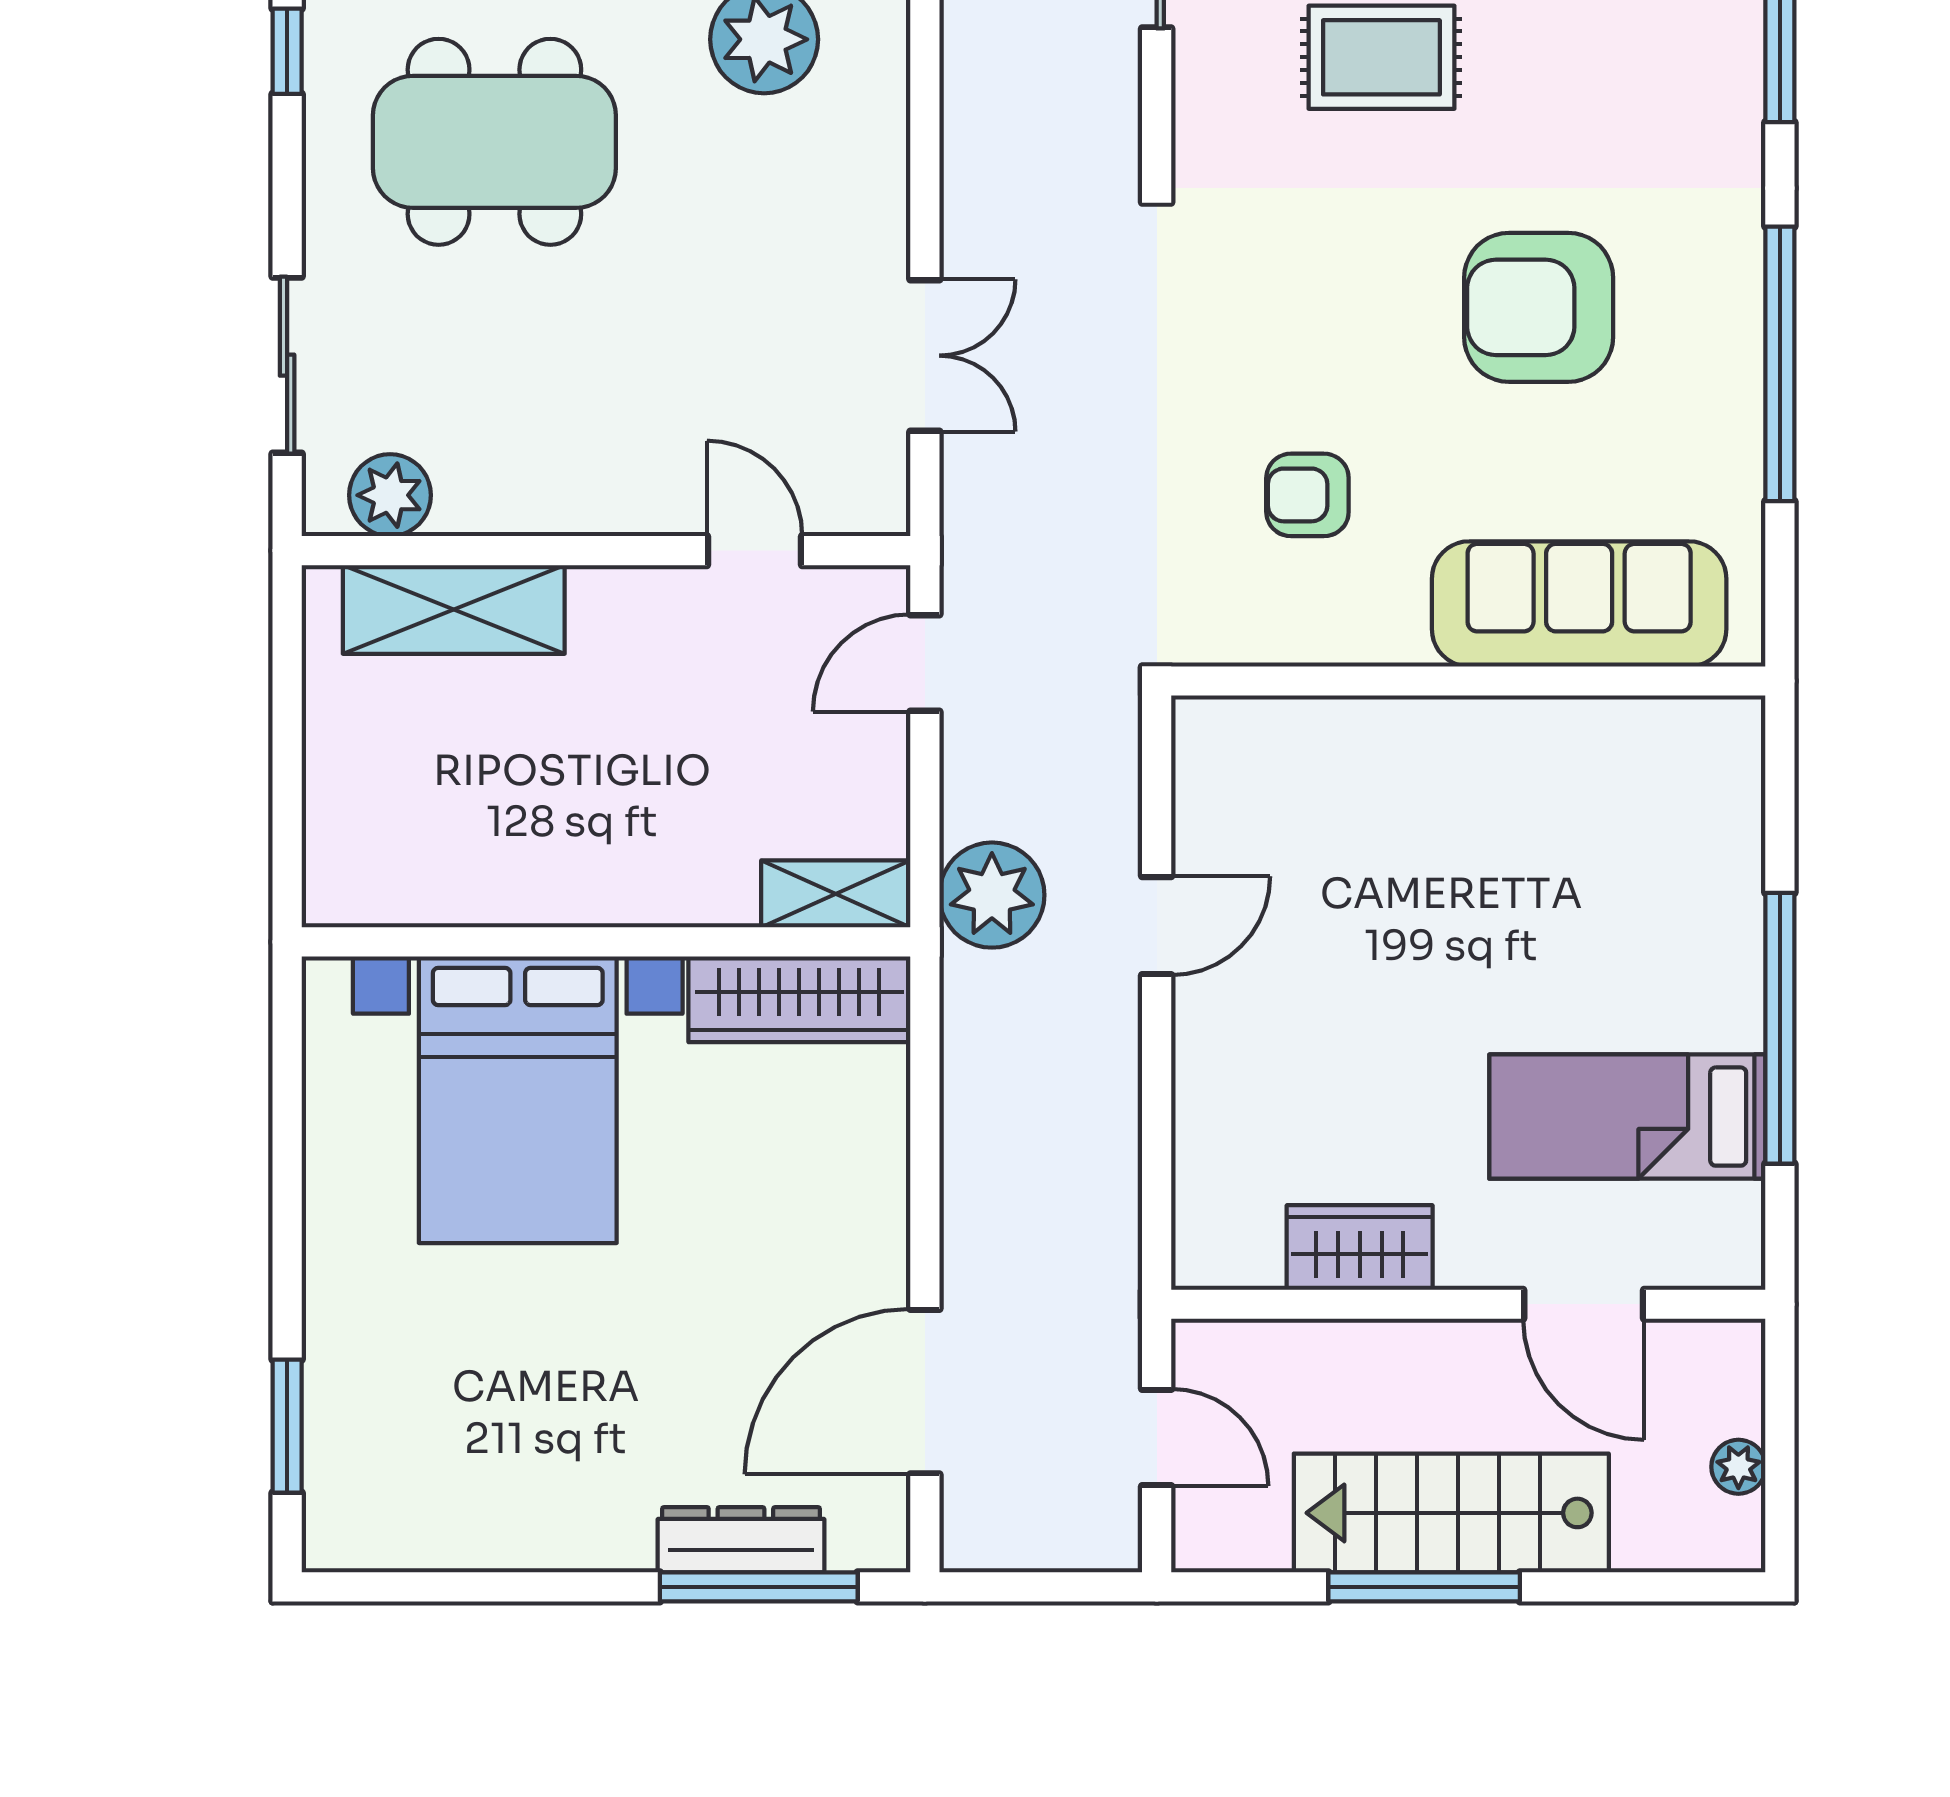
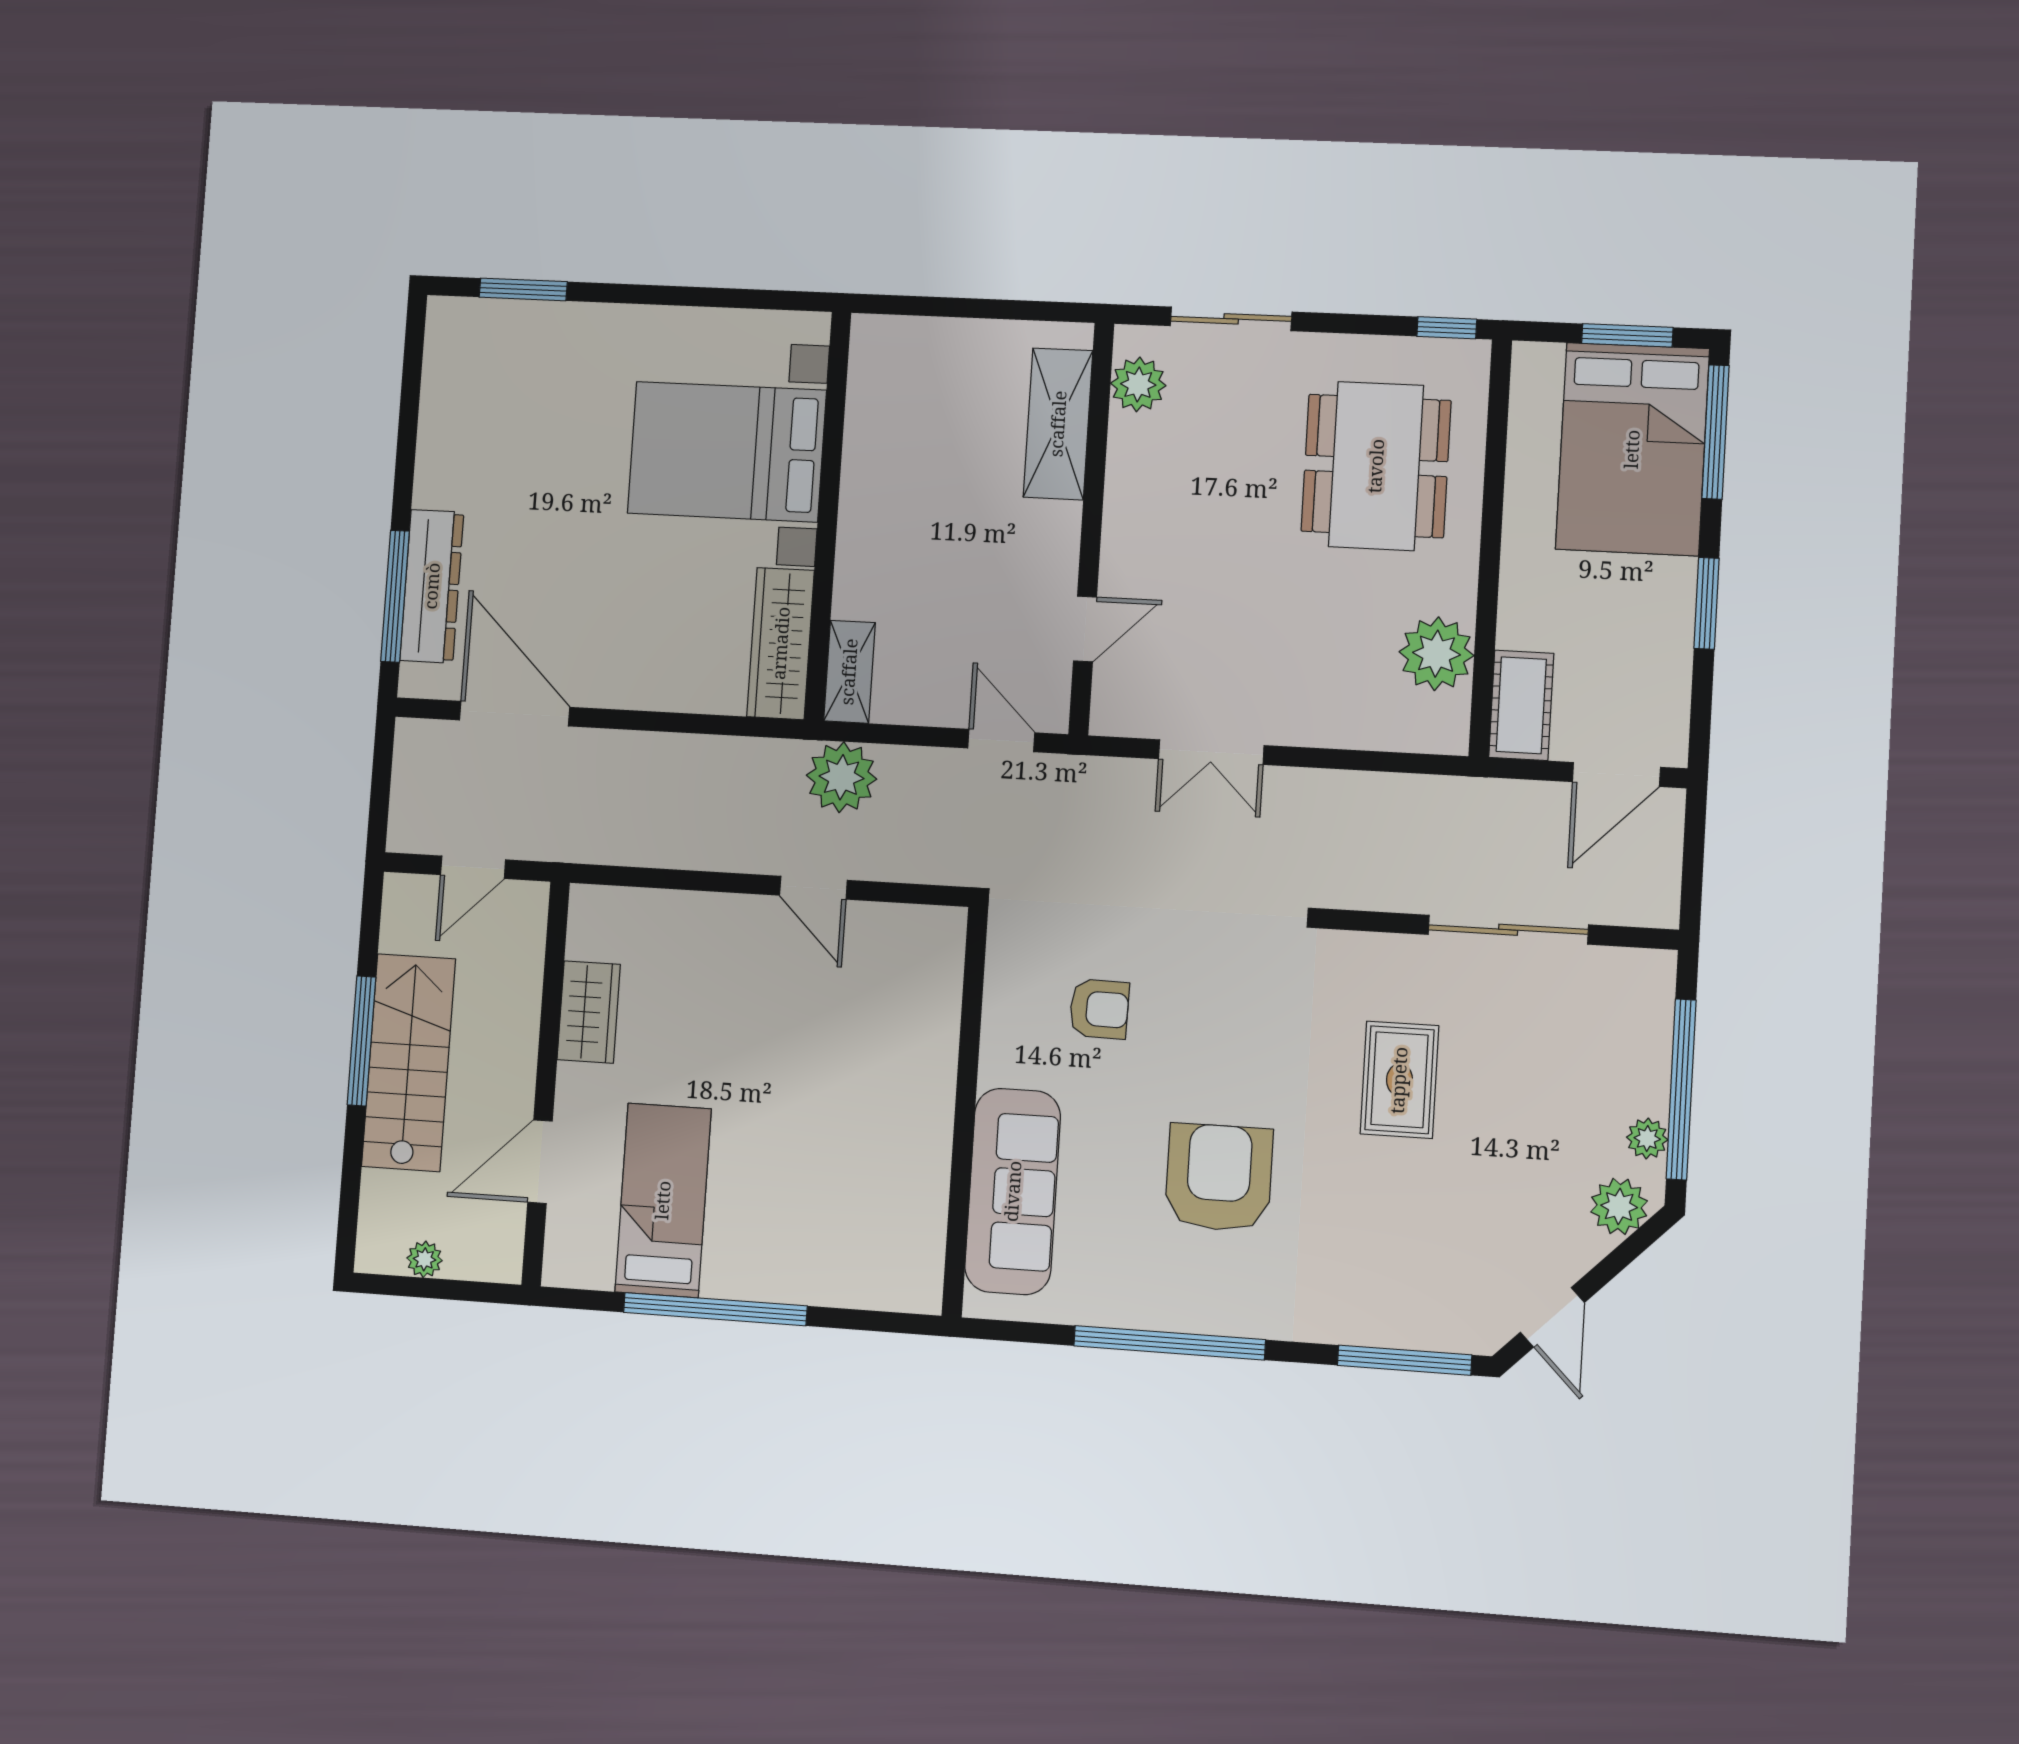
armchair: (1307, 495) -> (1099, 1009), turned 91
dresser: (741, 1540) -> (432, 586), width x1.37, depth x1.24

